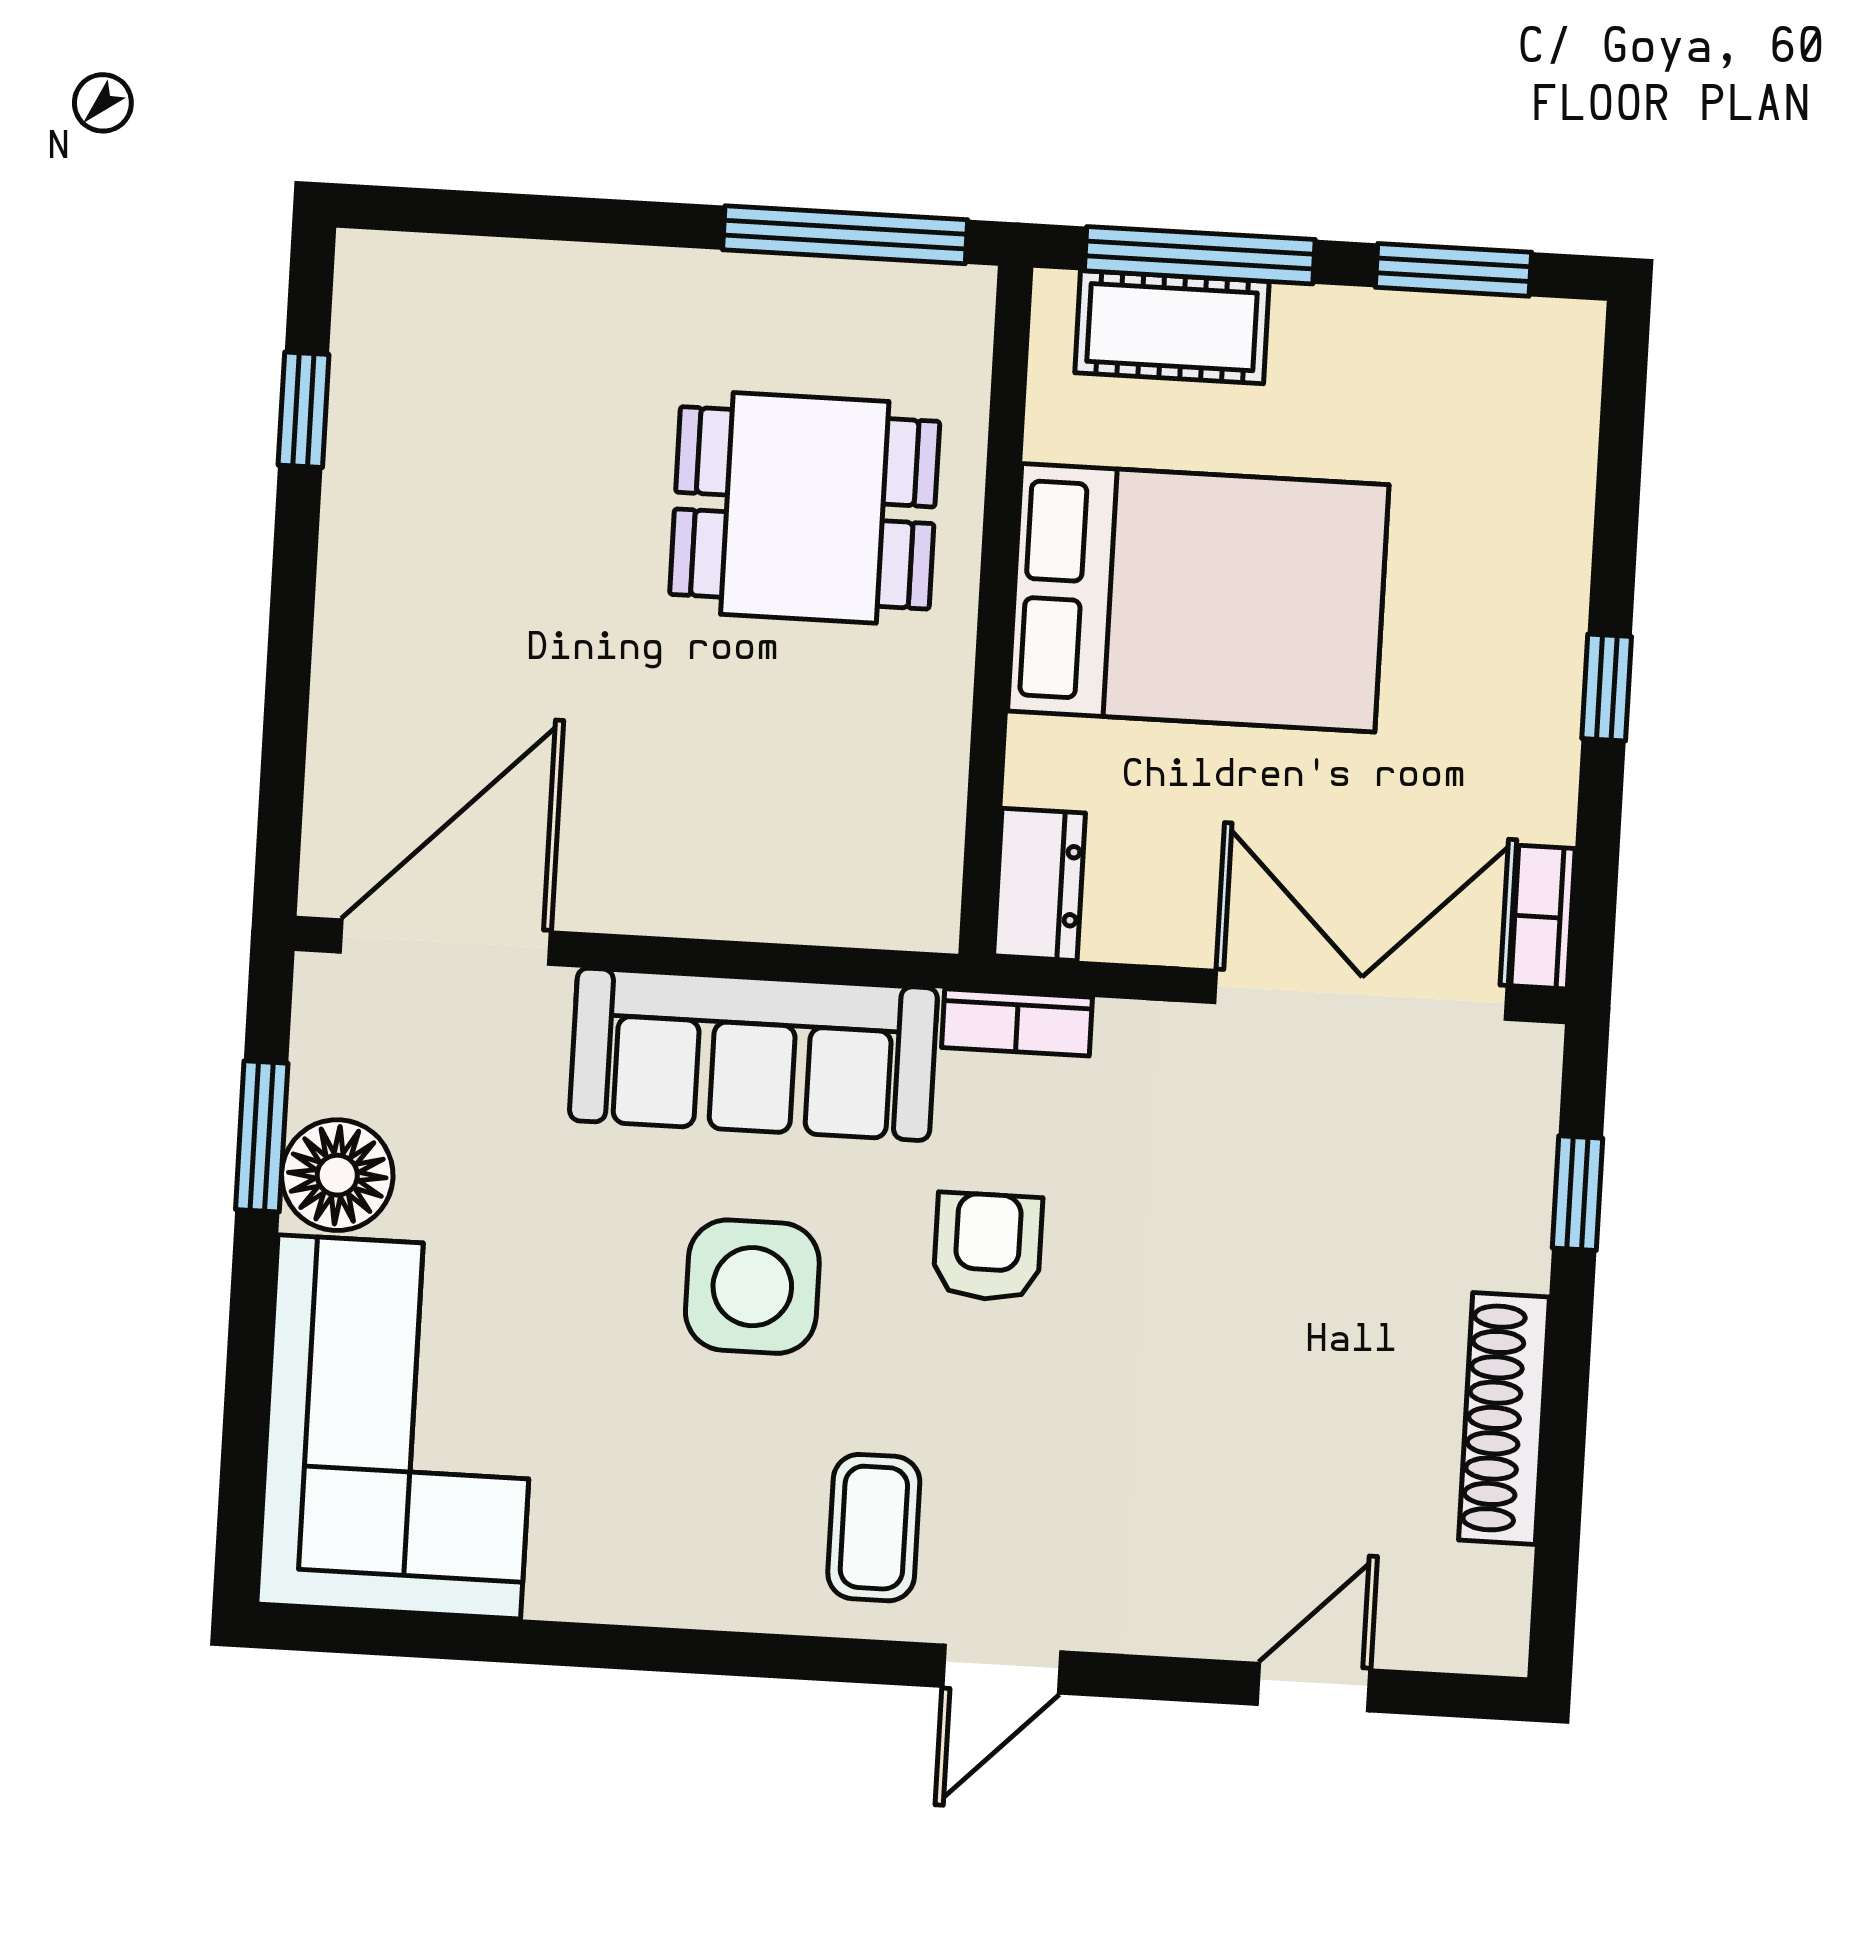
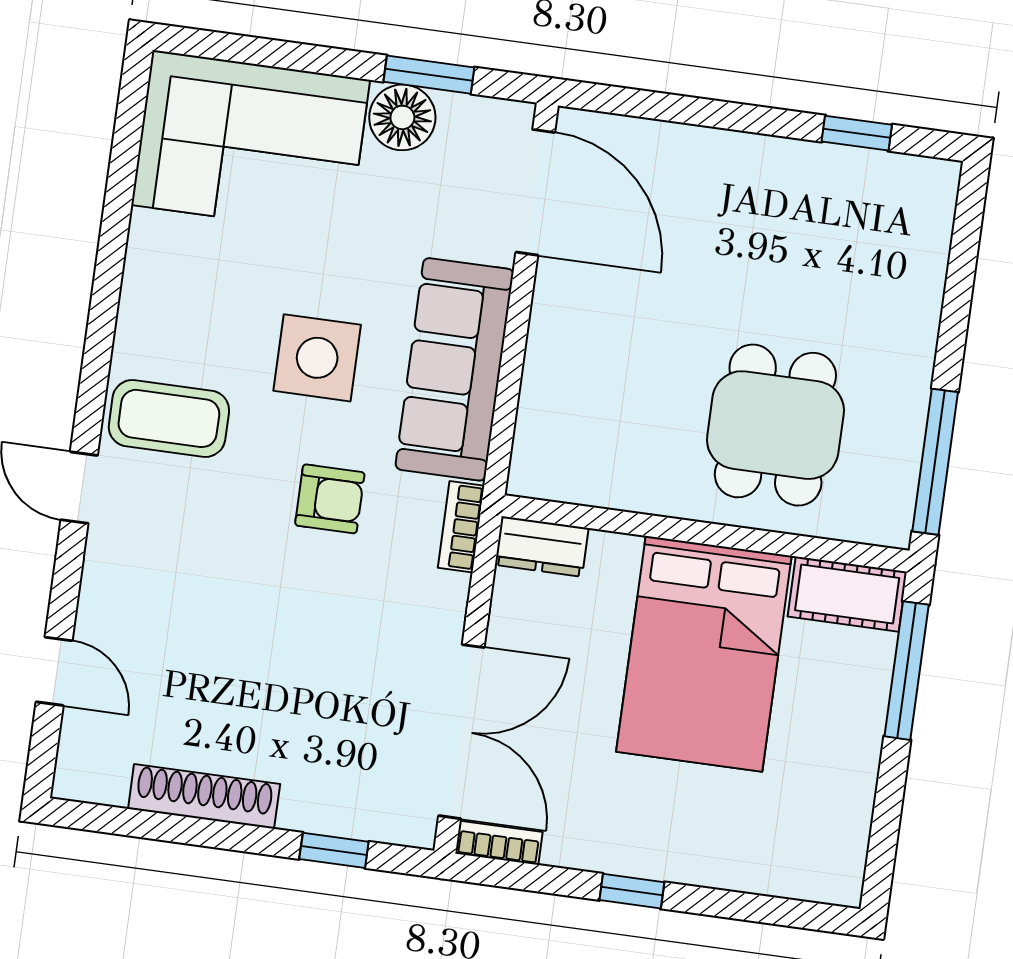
window: (1453, 270) -> (886, 820), removed
cot: (1172, 327) -> (847, 594), moved, turned 90
coffee table: (874, 1528) -> (169, 418), width x1.36, depth x1.30

